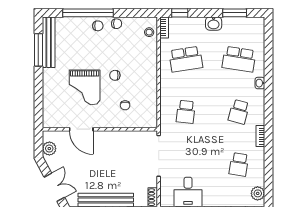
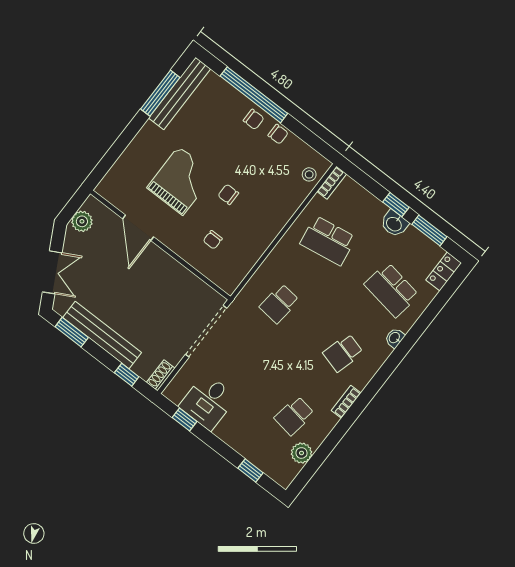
window: (180, 13) -> (396, 205), moved
locker: (259, 29) -> (444, 271), added
grand piano: (85, 87) -> (181, 181), turned 180
plant: (258, 193) -> (301, 453), moved

